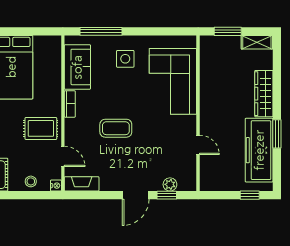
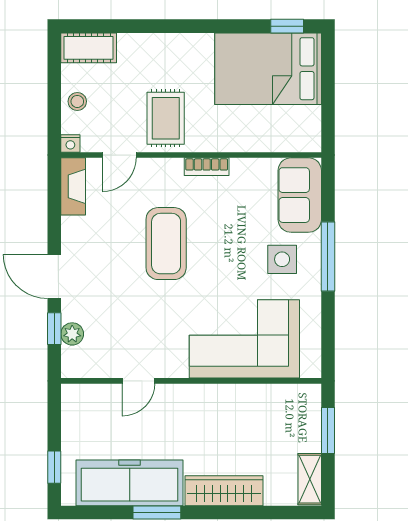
window: (101, 31) -> (328, 256), moved
sofa: (77, 67) -> (300, 195), moved, turned 90
coffee table: (116, 128) -> (166, 244), width x1.36, depth x1.32

